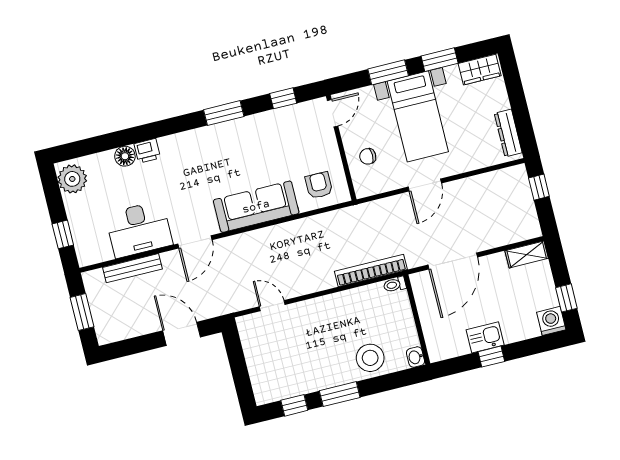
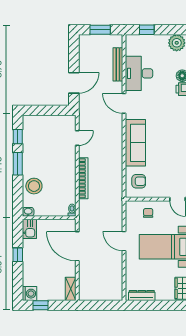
window: (539, 187) -> (107, 305), removed
bookcase: (371, 270) -> (83, 178), moved
kitchen sink: (485, 337) -> (29, 229), moved

